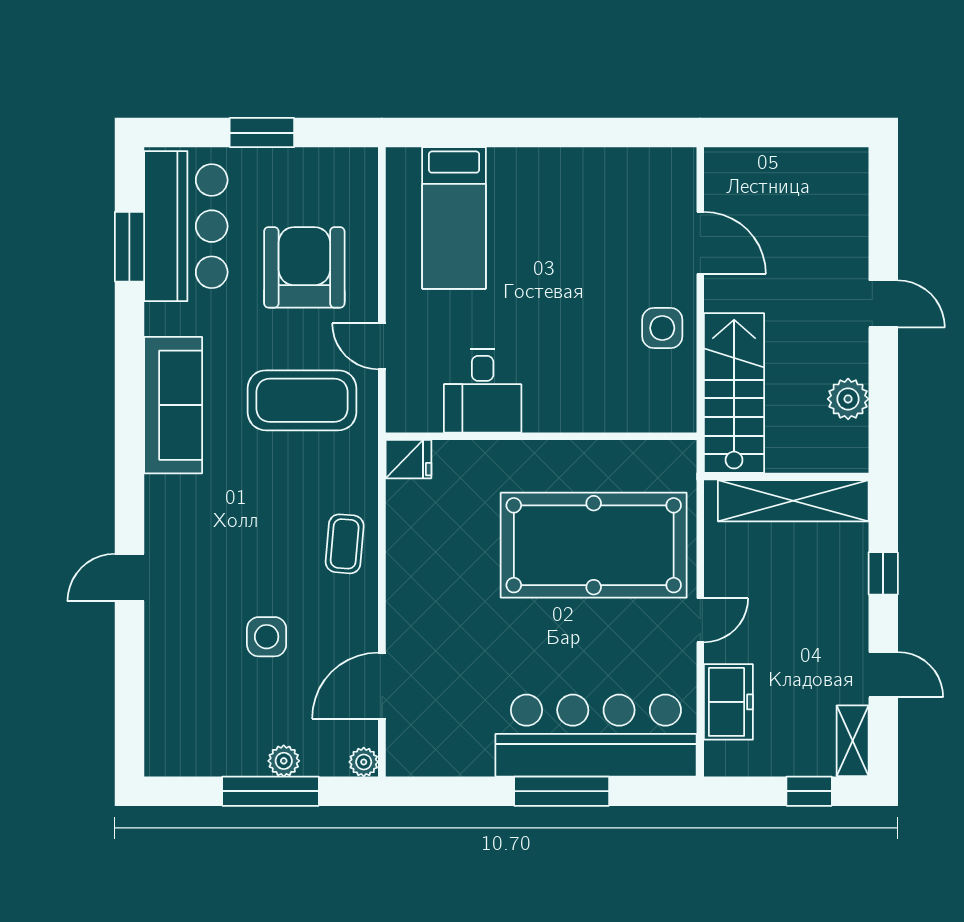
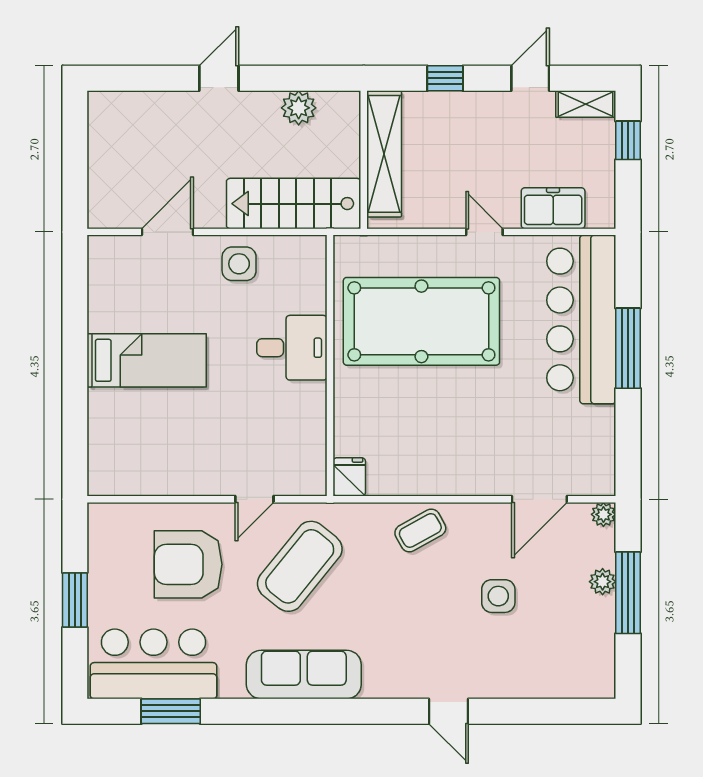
bed: (454, 218) -> (147, 360), moved
desk: (483, 391) -> (292, 348), moved
coffee table: (302, 400) -> (300, 566), turned 39
coffee table: (345, 544) -> (420, 530), turned -34
pool table: (594, 545) -> (421, 321), turned 90
door: (382, 686) -> (539, 499), hinge flipped

